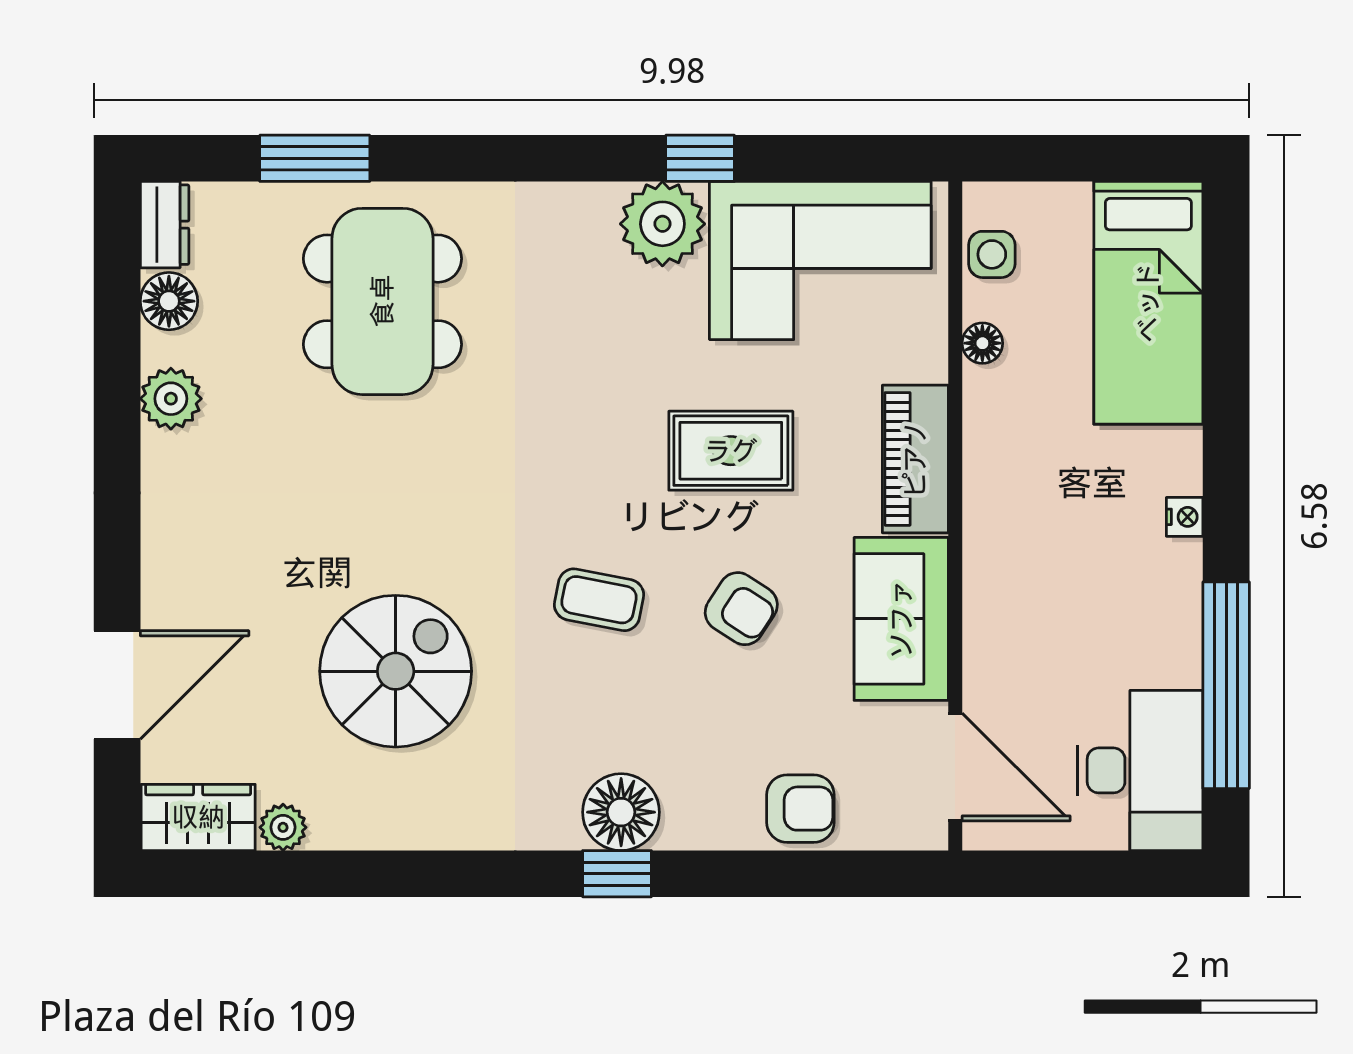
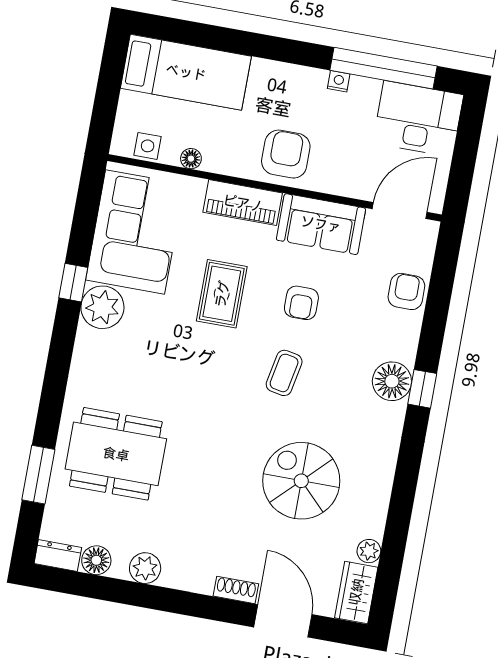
nightstand: (1185, 517) -> (339, 81), moved
armchair: (1025, 526) -> (286, 154), added
shoe rack: (161, 583) -> (236, 590), added
armchair: (741, 609) -> (301, 303), turned 147

